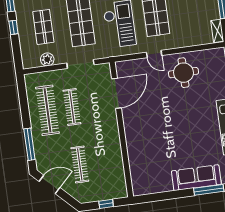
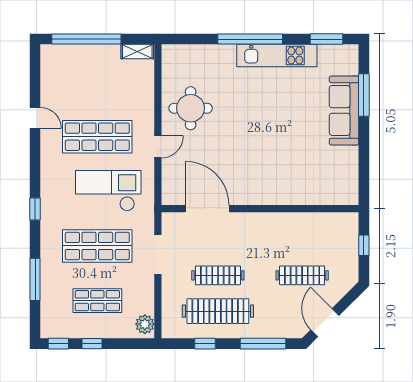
plant: (47, 59) -> (145, 324), moved
window: (24, 104) -> (205, 344), added

